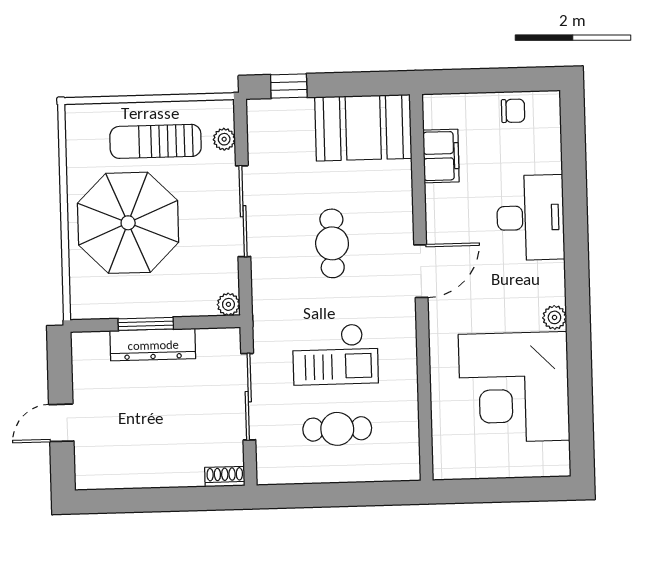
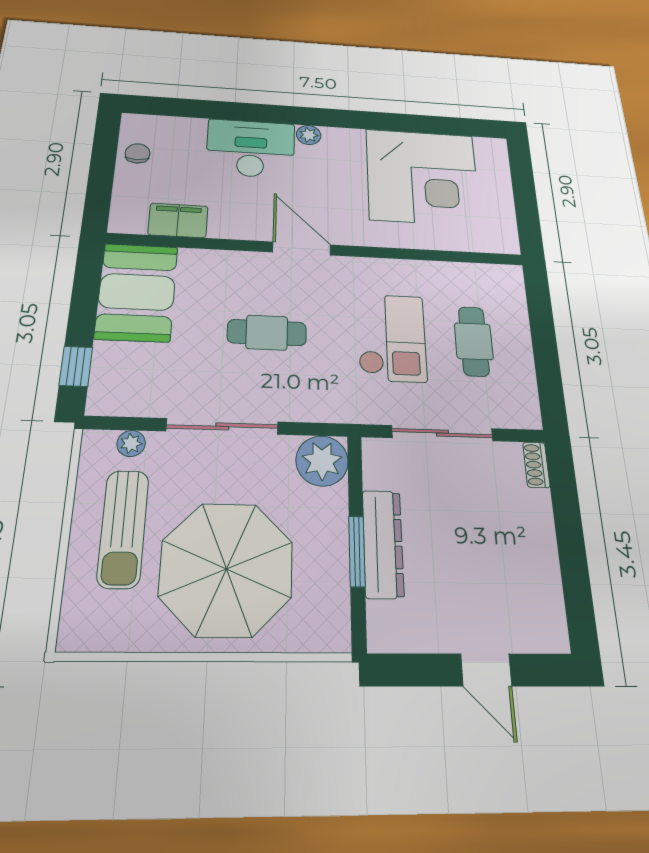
plant: (228, 304) -> (322, 461), width x1.87, depth x1.87
plant: (554, 317) -> (309, 135), moved

